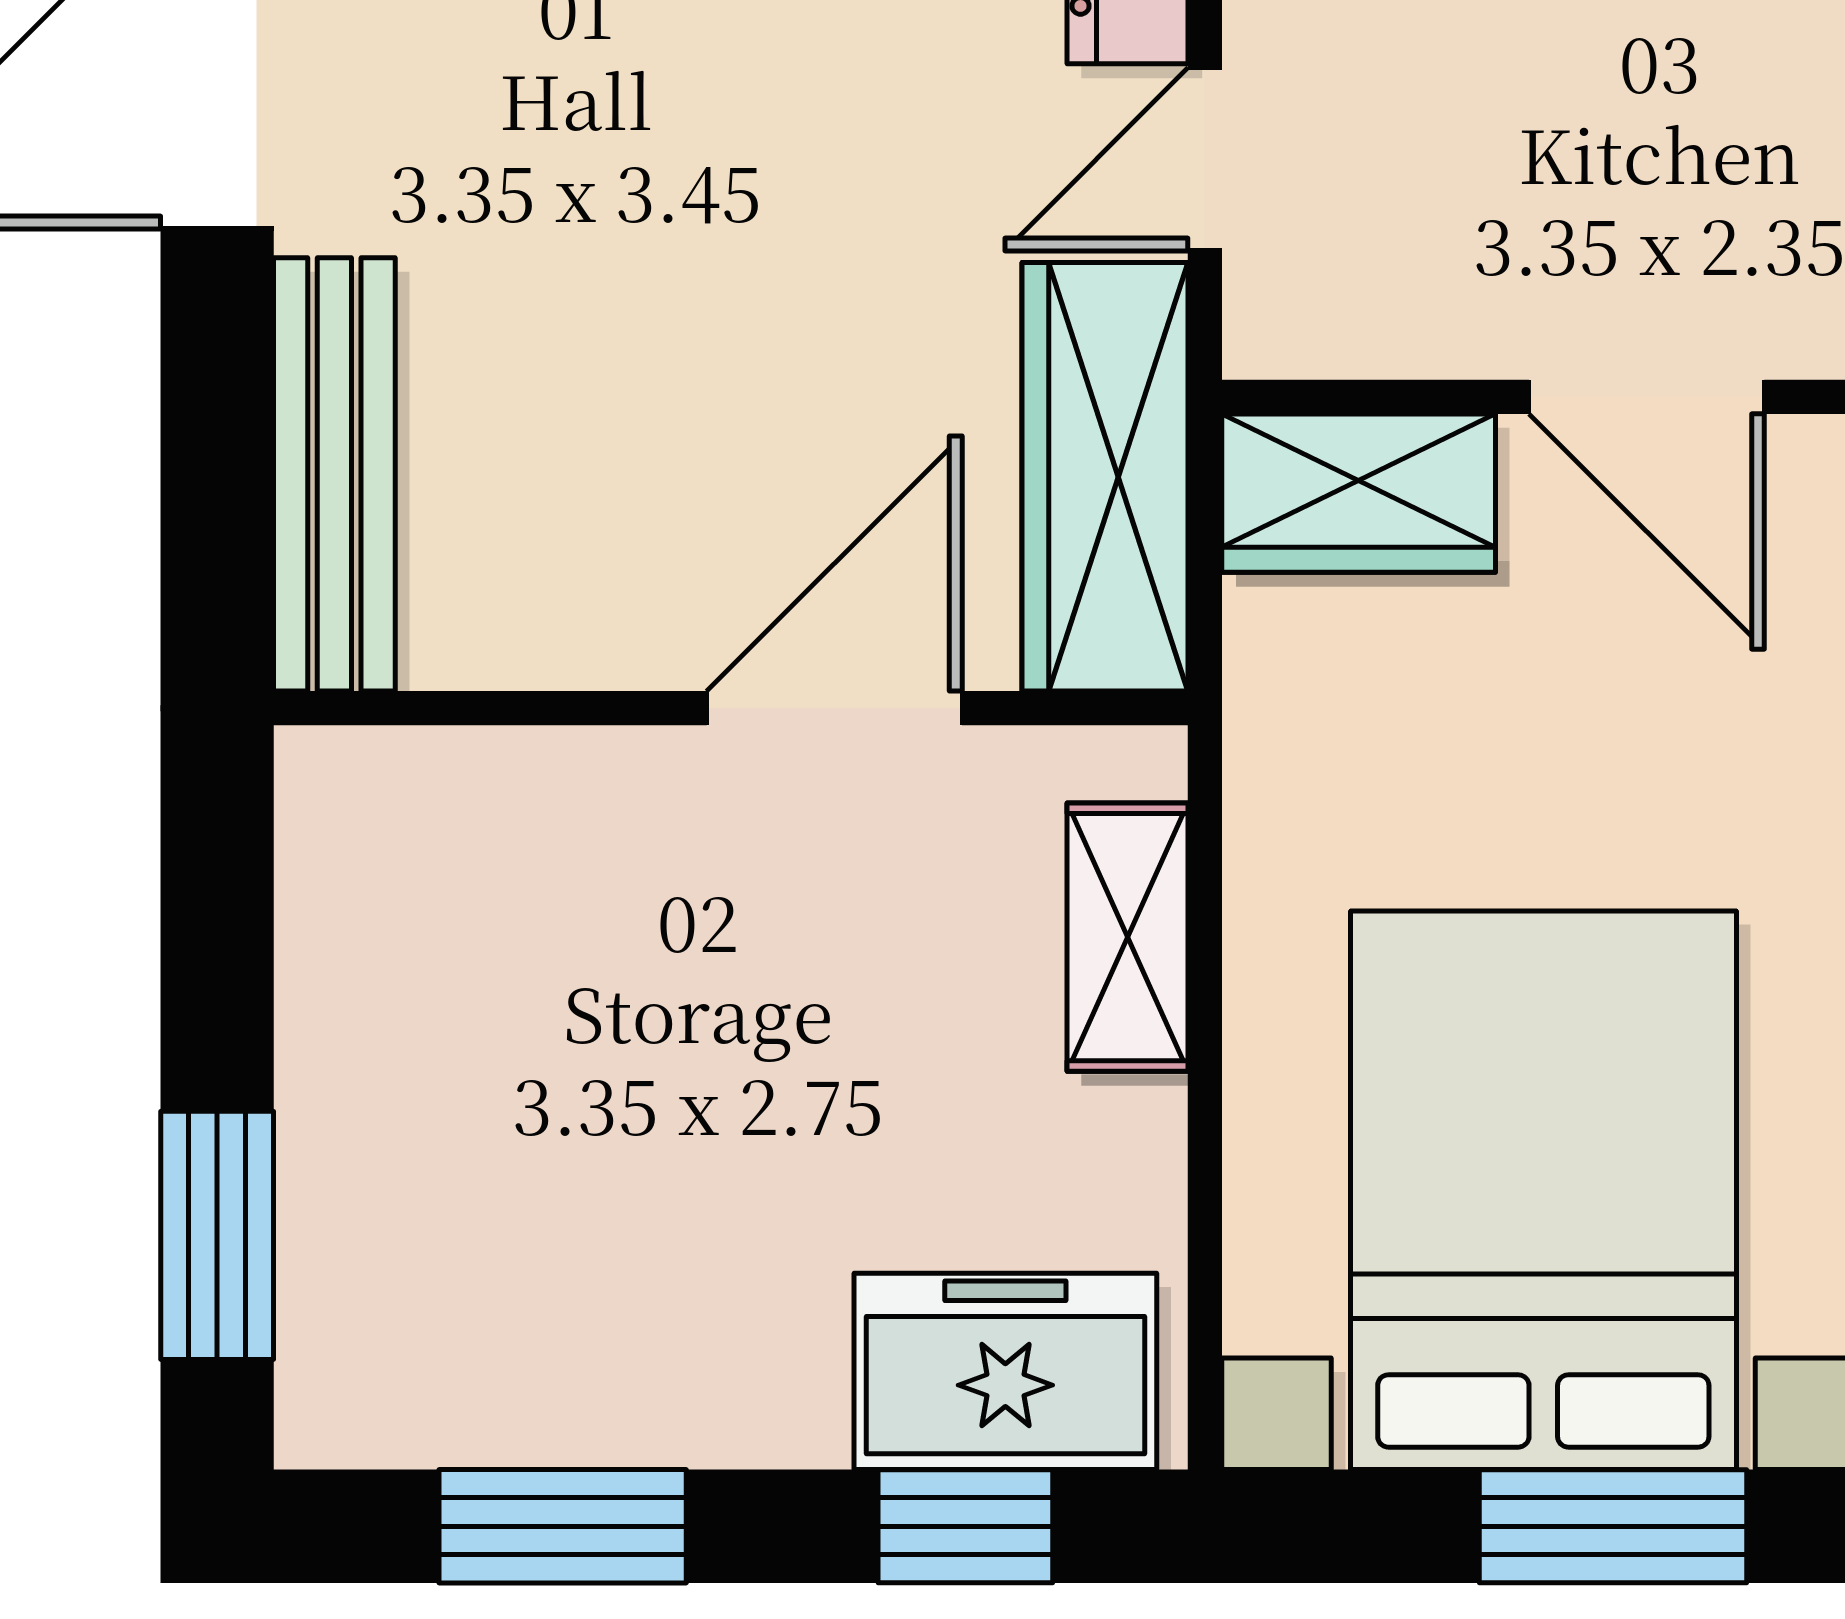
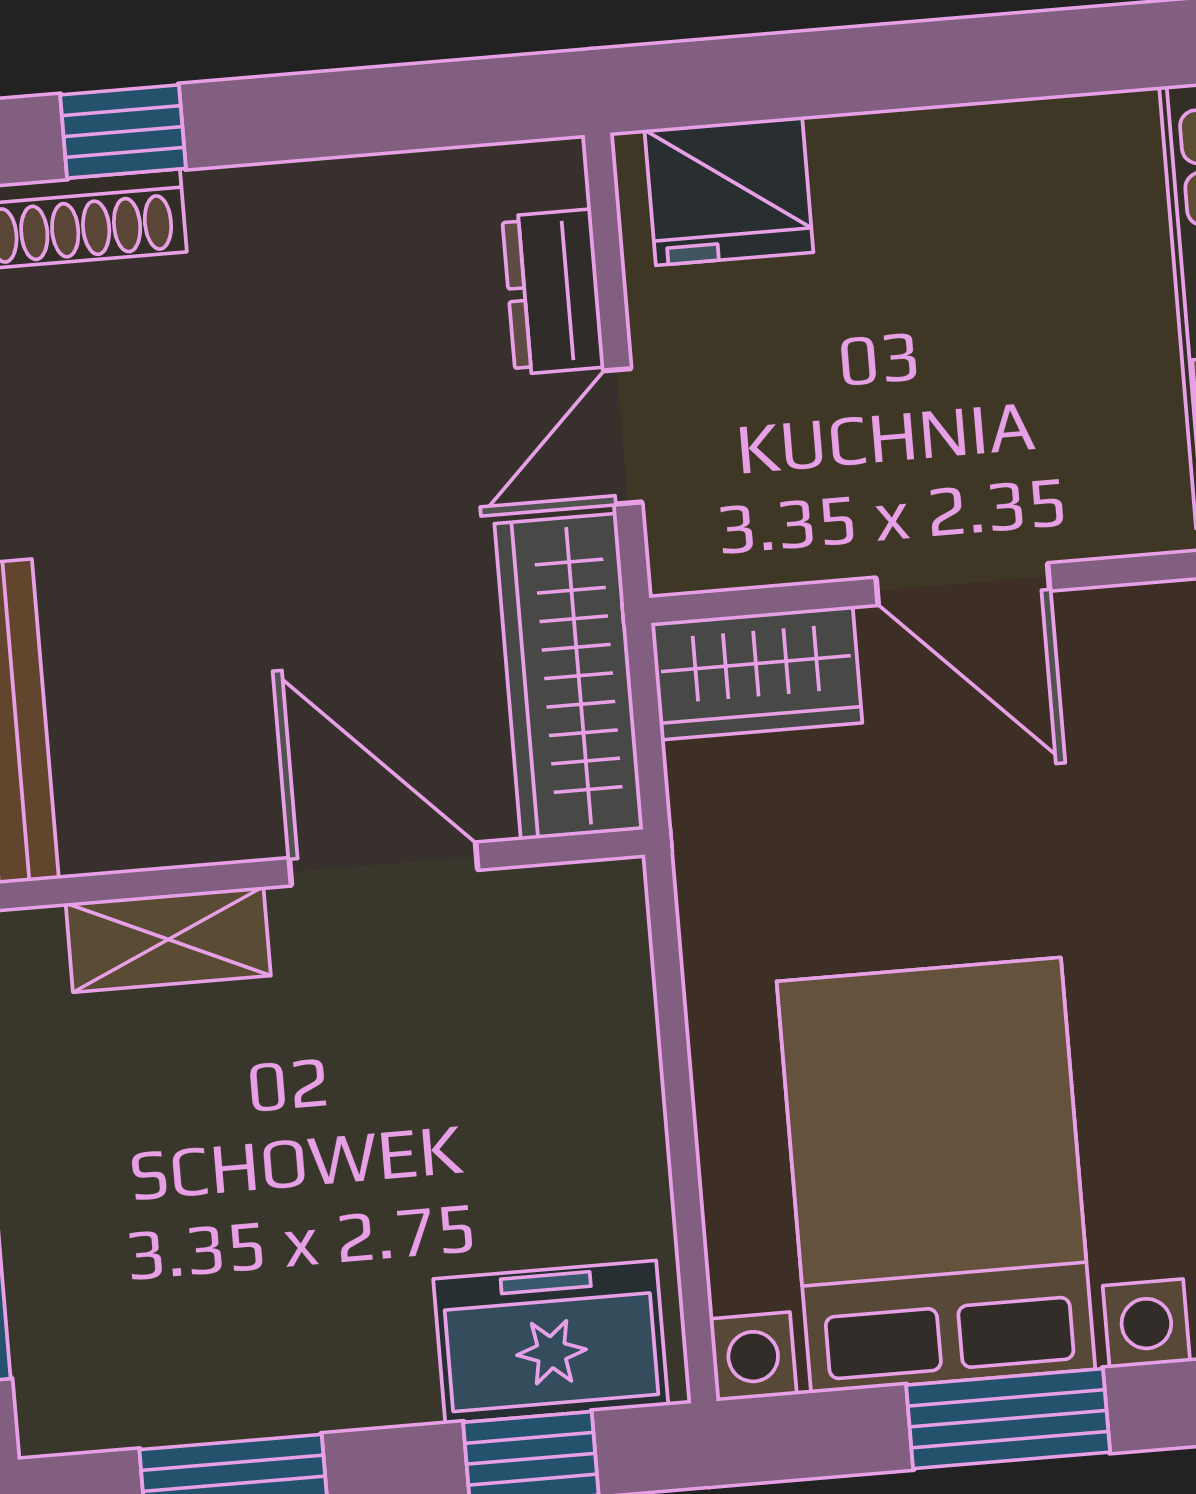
door: (834, 708) -> (384, 864), hinge flipped
shelving: (1128, 937) -> (168, 939), moved, turned 90

